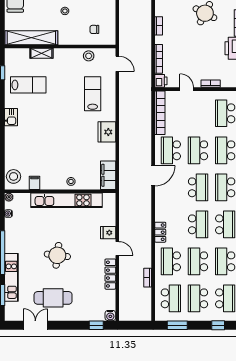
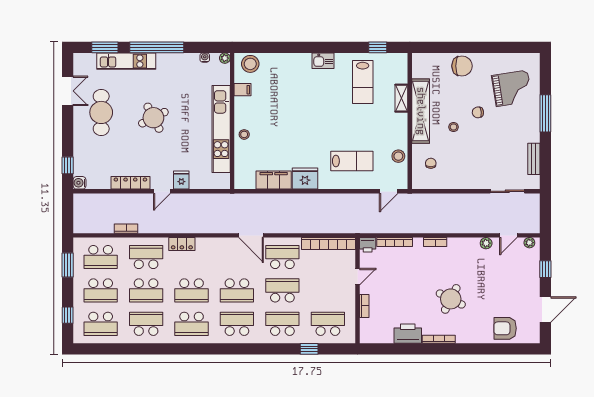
shelving: (31, 38) -> (421, 111), moved
filing cabinet: (108, 175) -> (274, 180), moved
round table: (57, 255) -> (153, 118), turned -34
school desk: (198, 261) -> (146, 290), turned 180
school desk: (198, 298) -> (101, 290), turned 180

